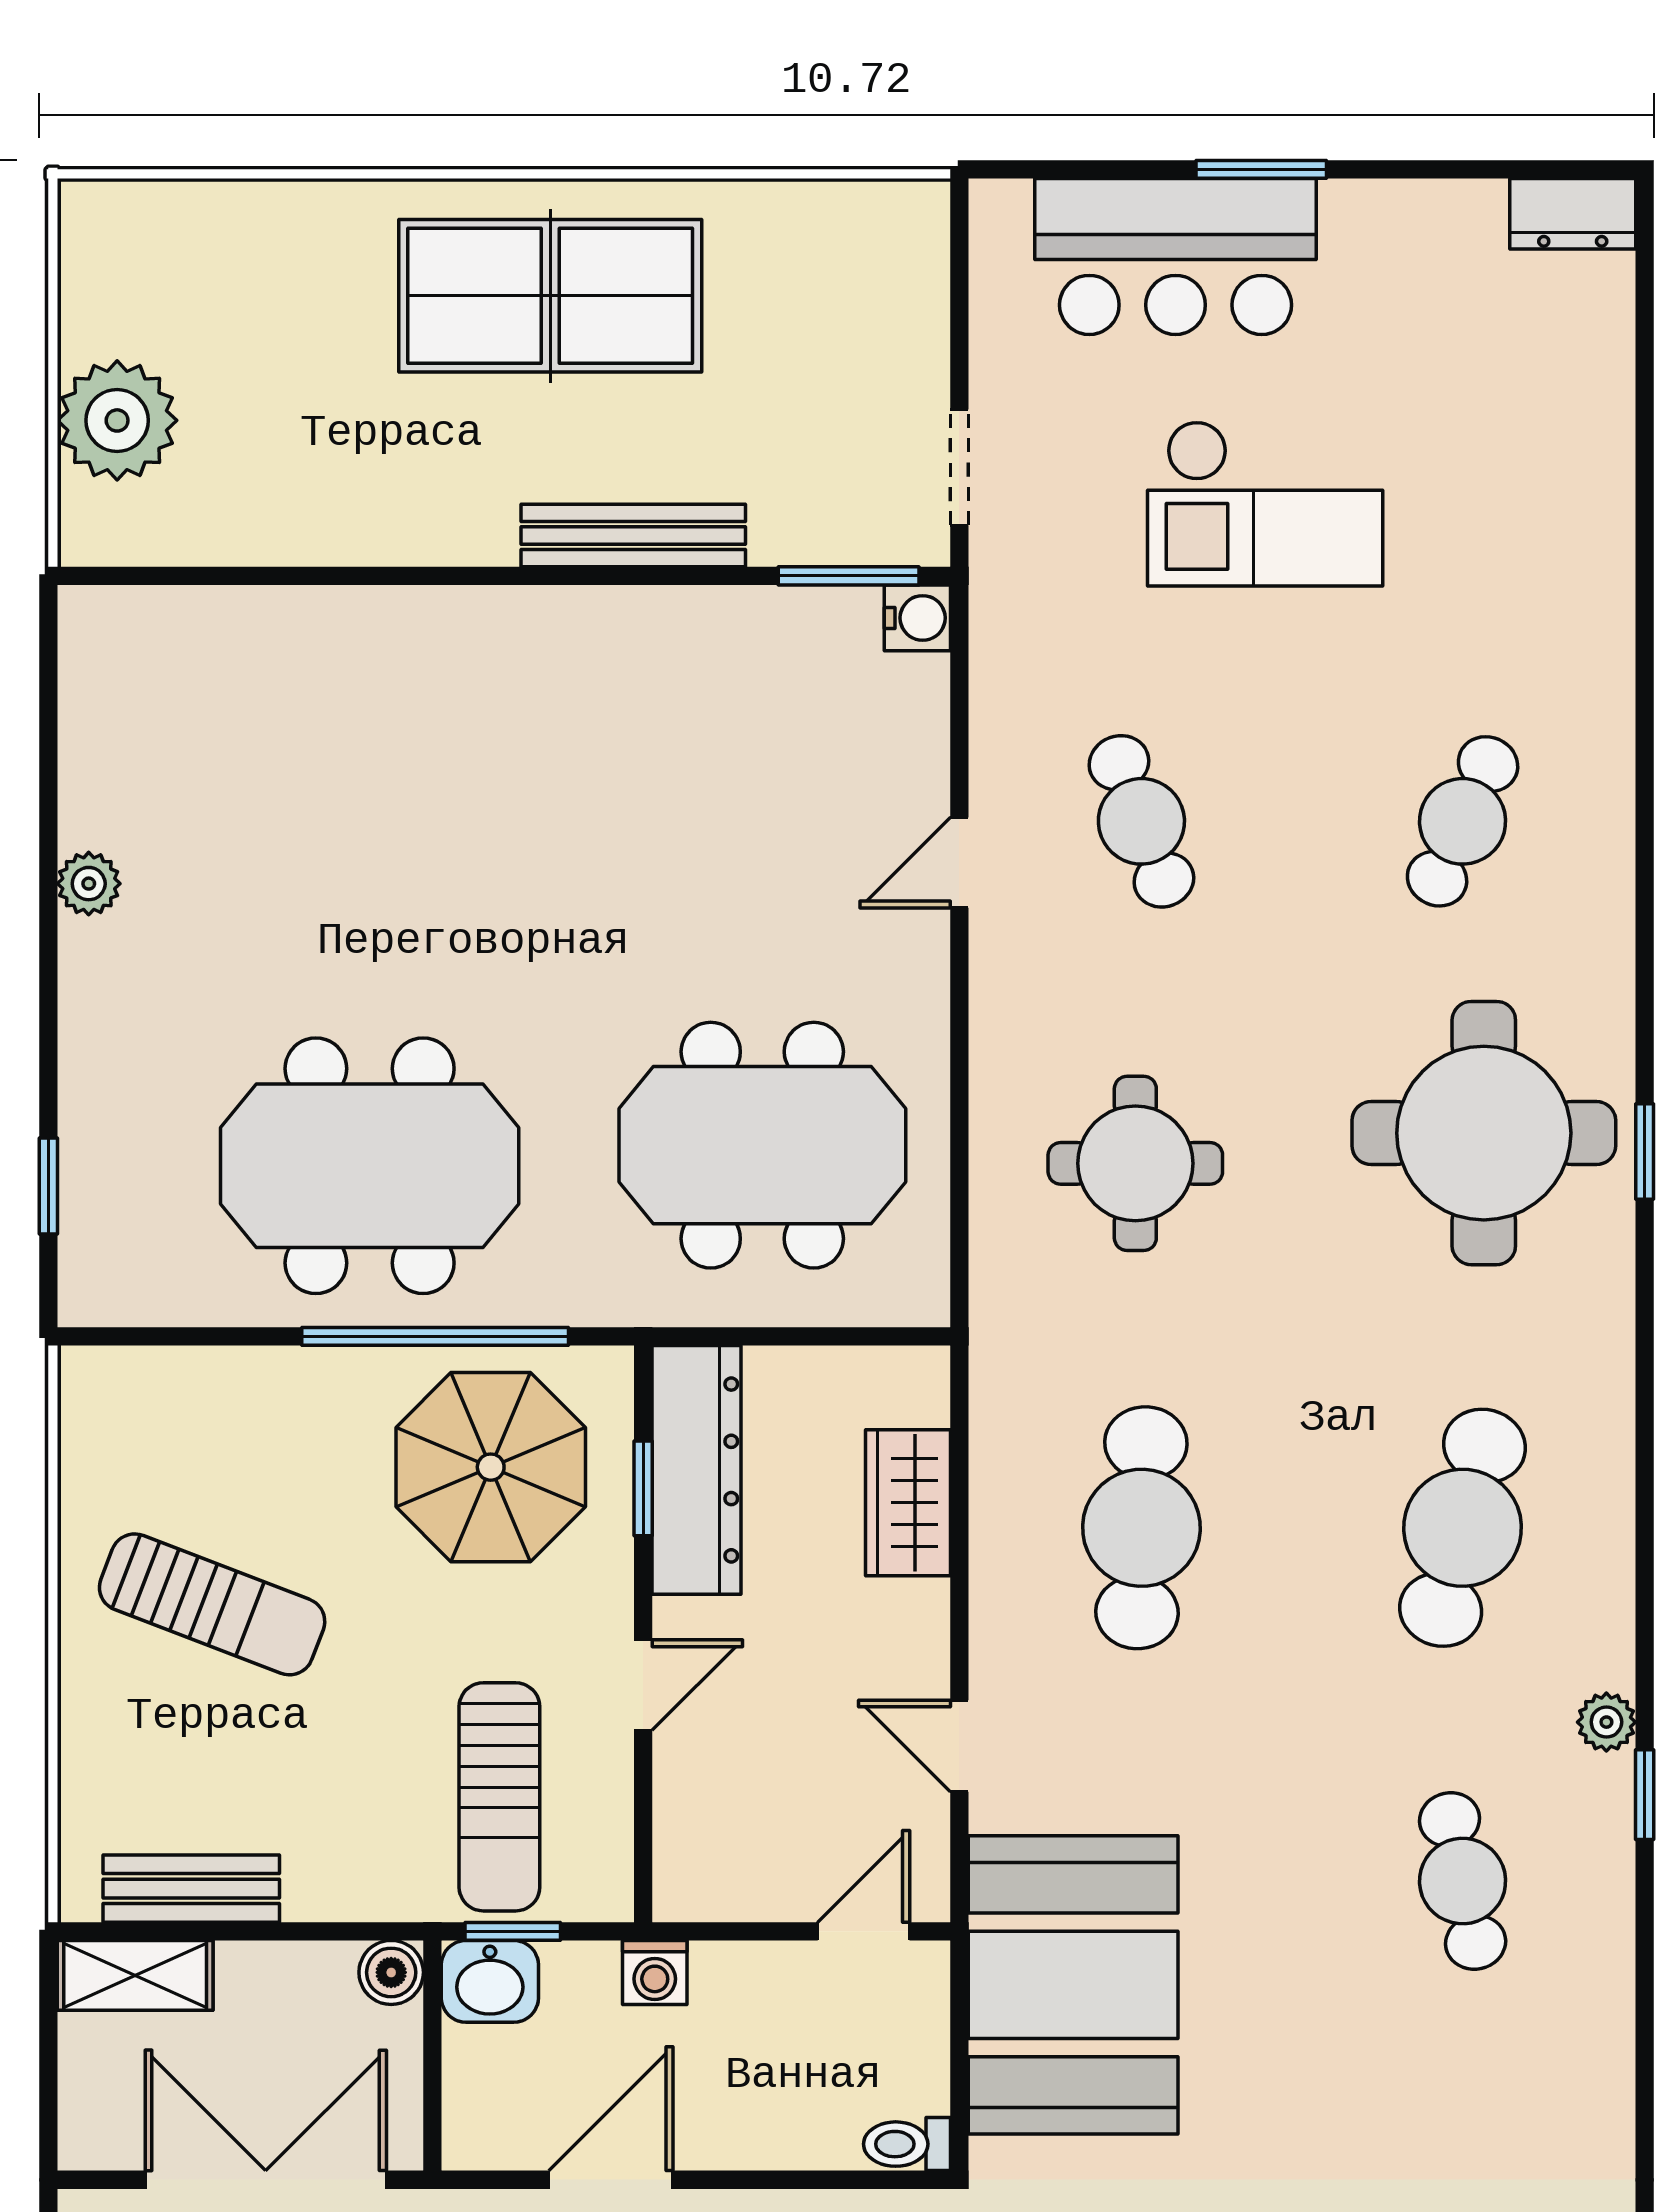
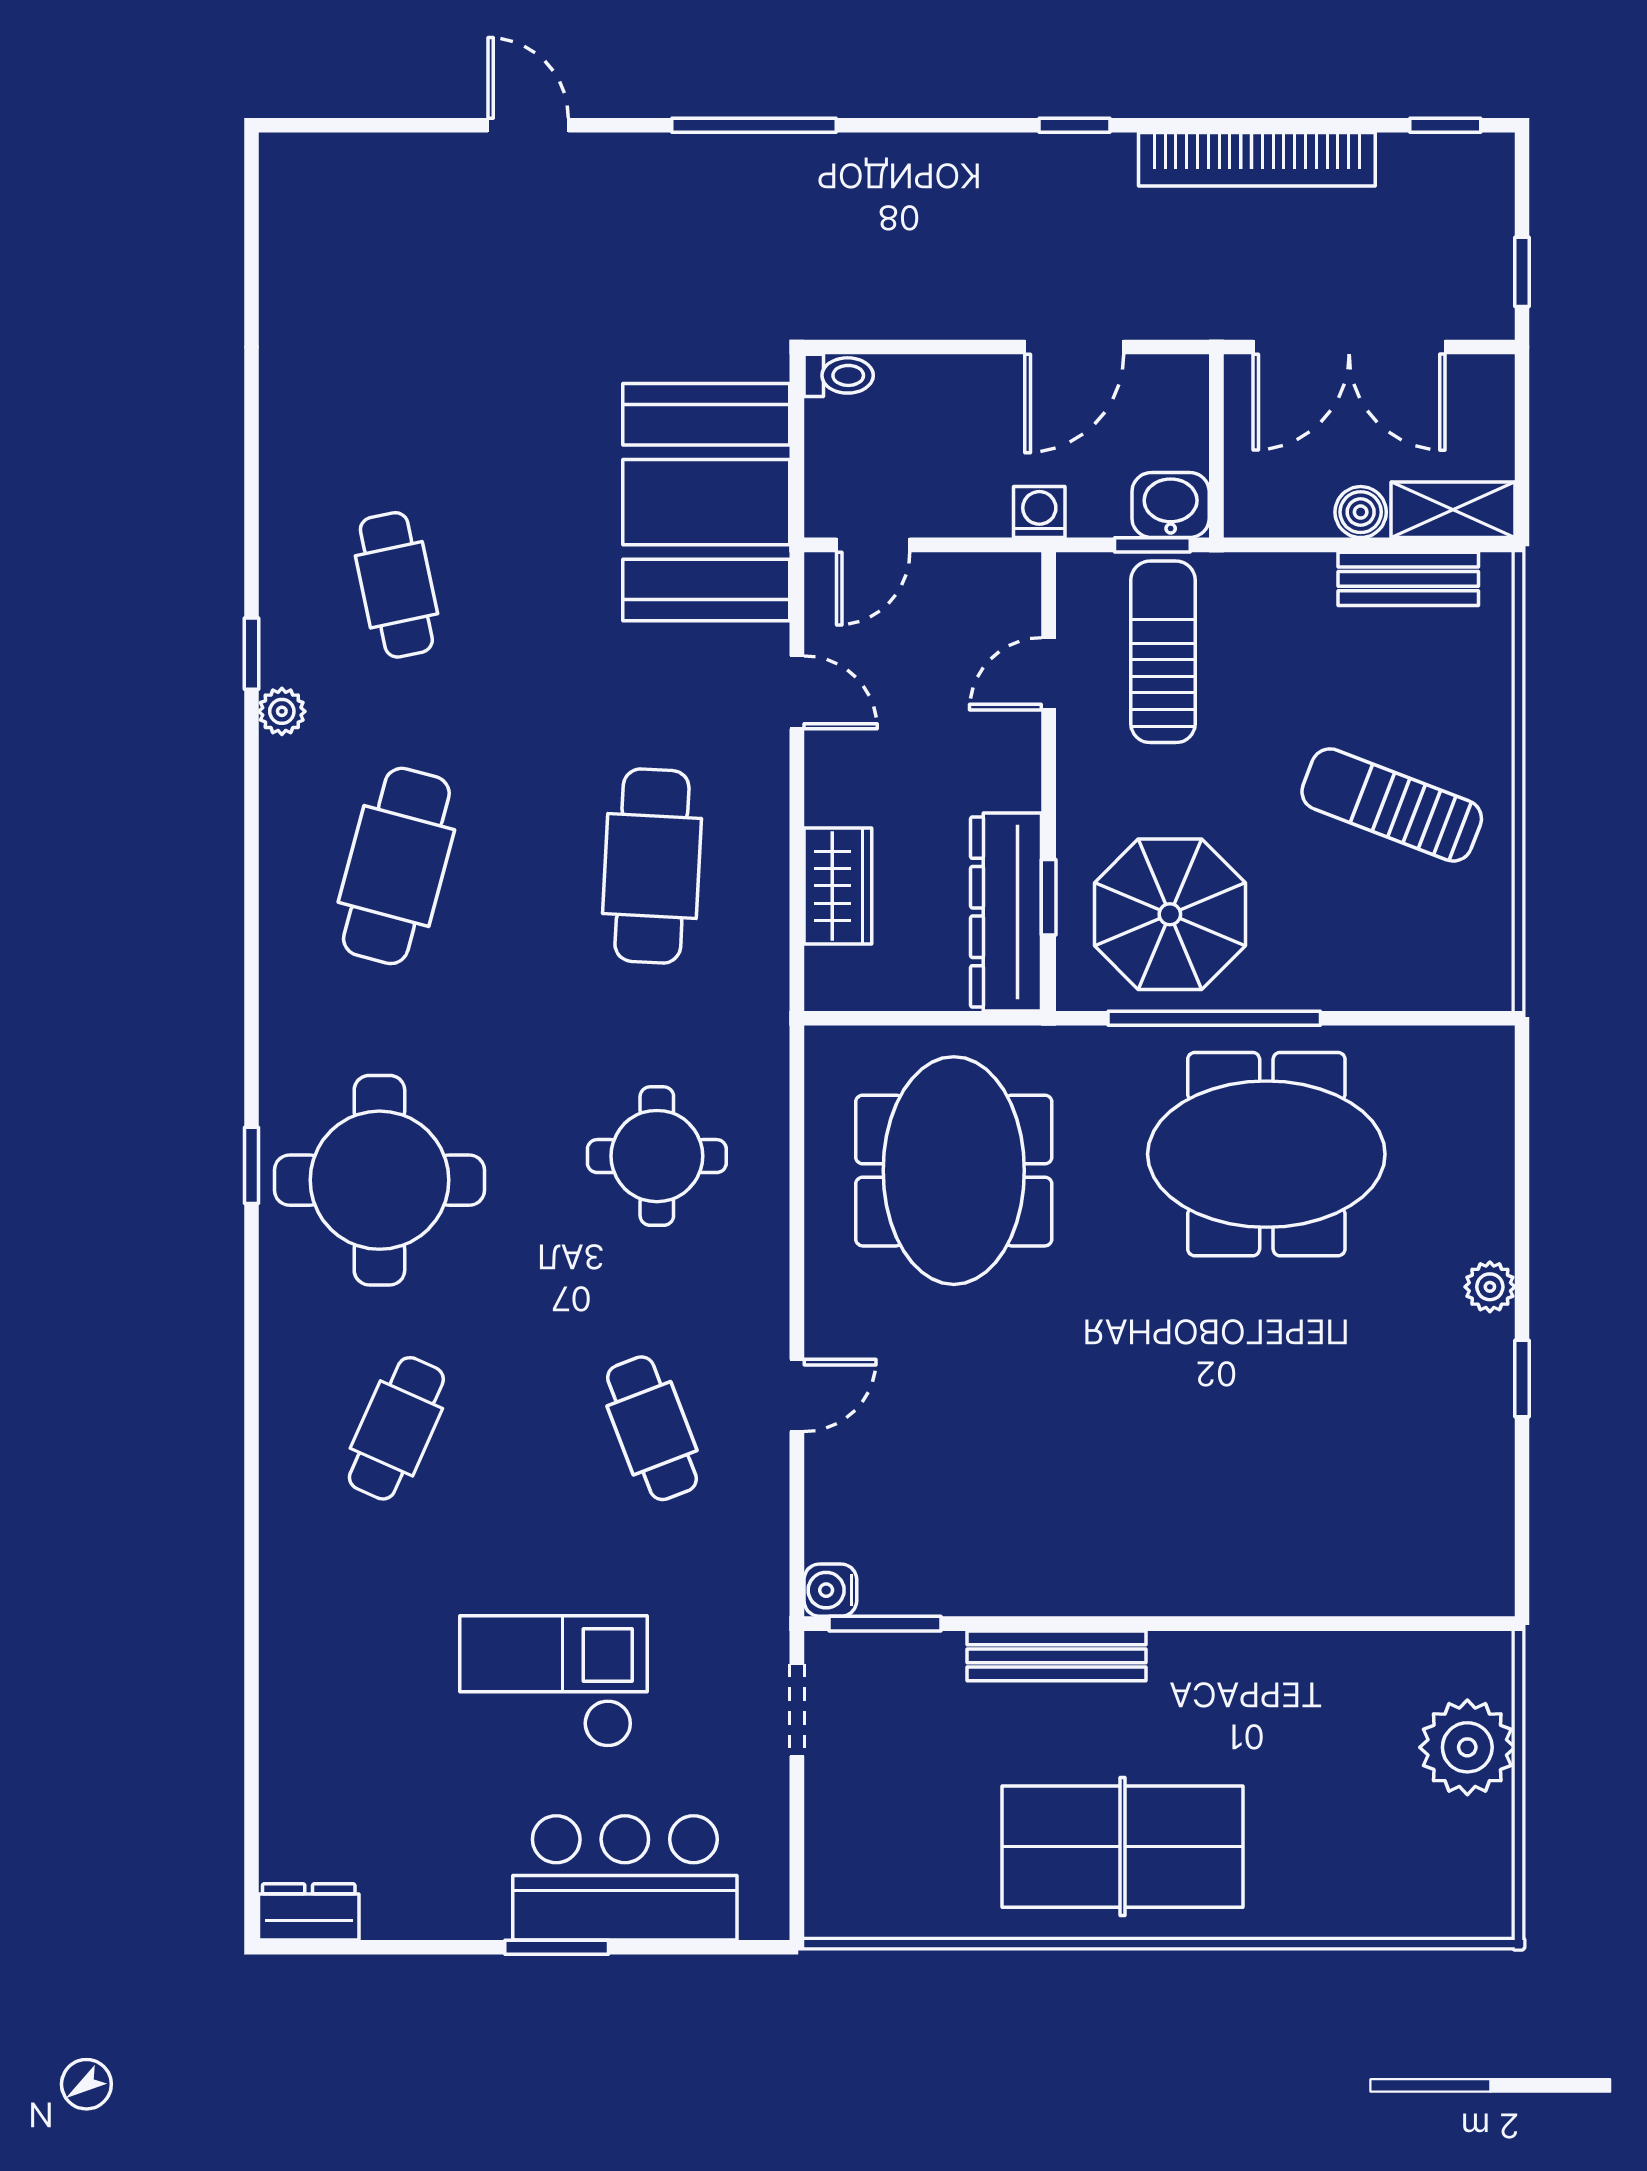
plant: (89, 884) -> (1490, 1287), moved
meeting table: (762, 1145) -> (954, 1171), turned 90
window: (48, 1186) -> (1522, 1378), moved
door: (643, 1685) -> (1049, 674), moved
boiler: (391, 1972) -> (1361, 512), moved

